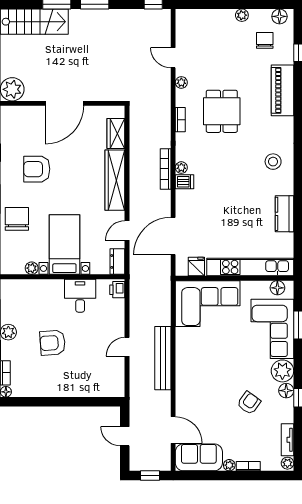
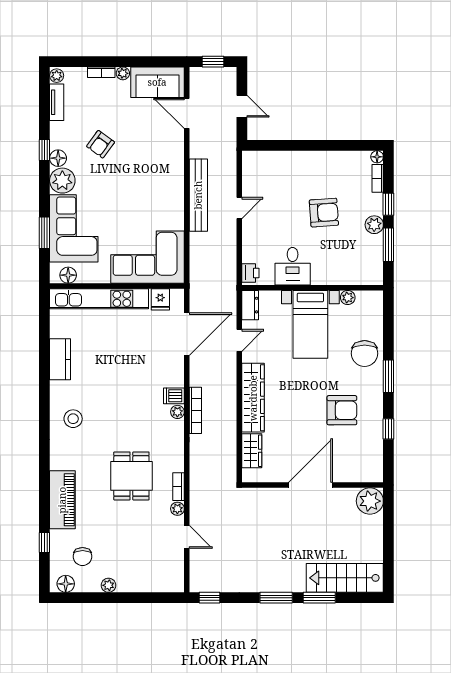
bookcase: (180, 120) -> (179, 487), moved

